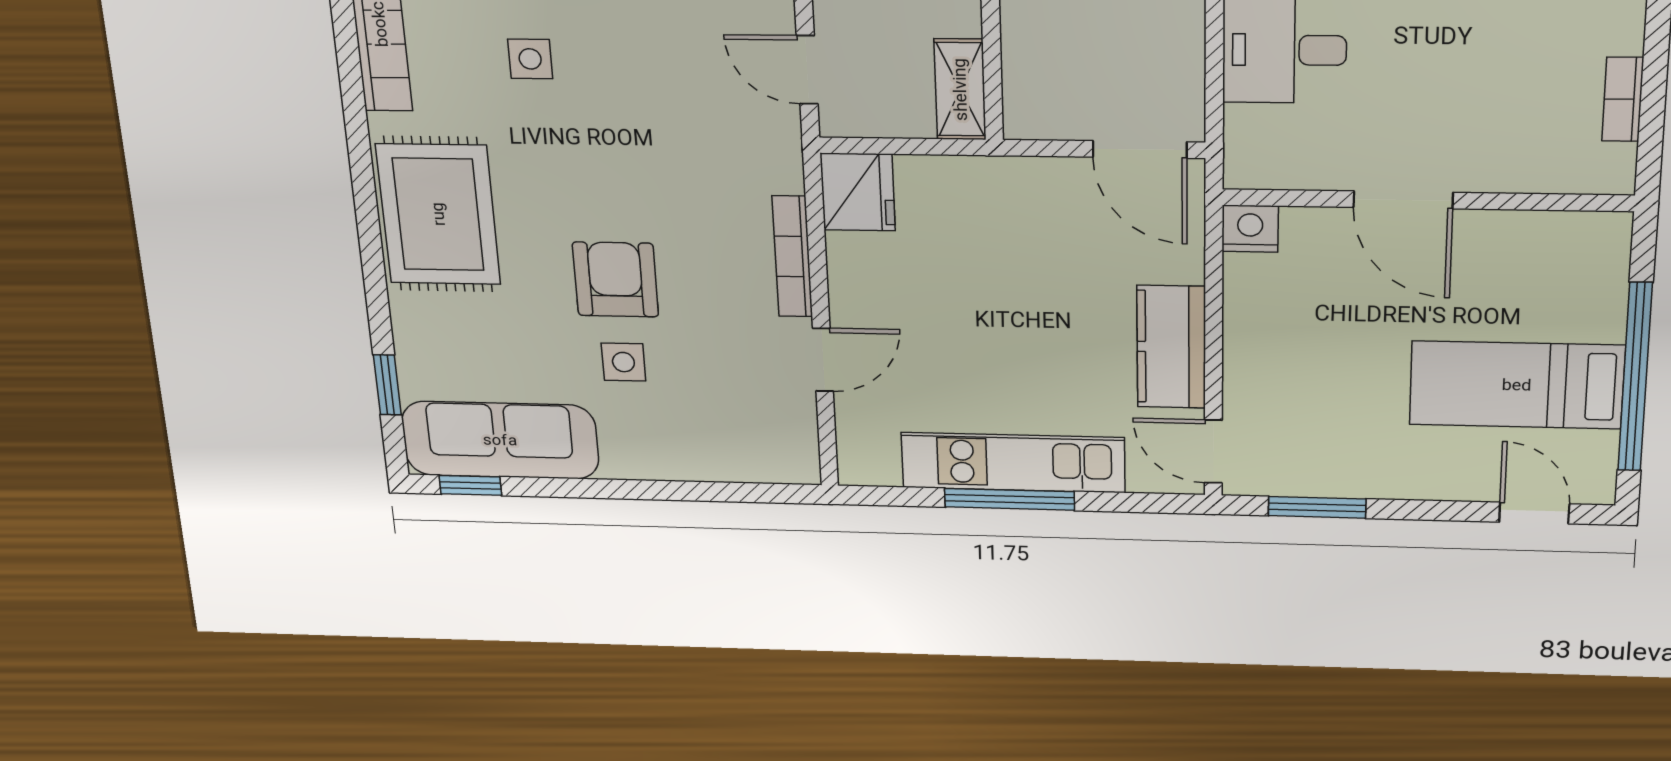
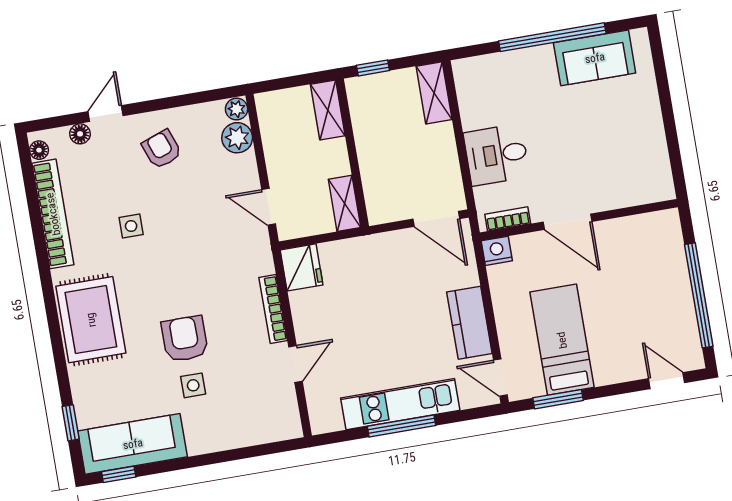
bookcase: (1623, 99) -> (508, 219), moved, turned 90
bed: (1517, 385) -> (562, 340), moved, turned 90

